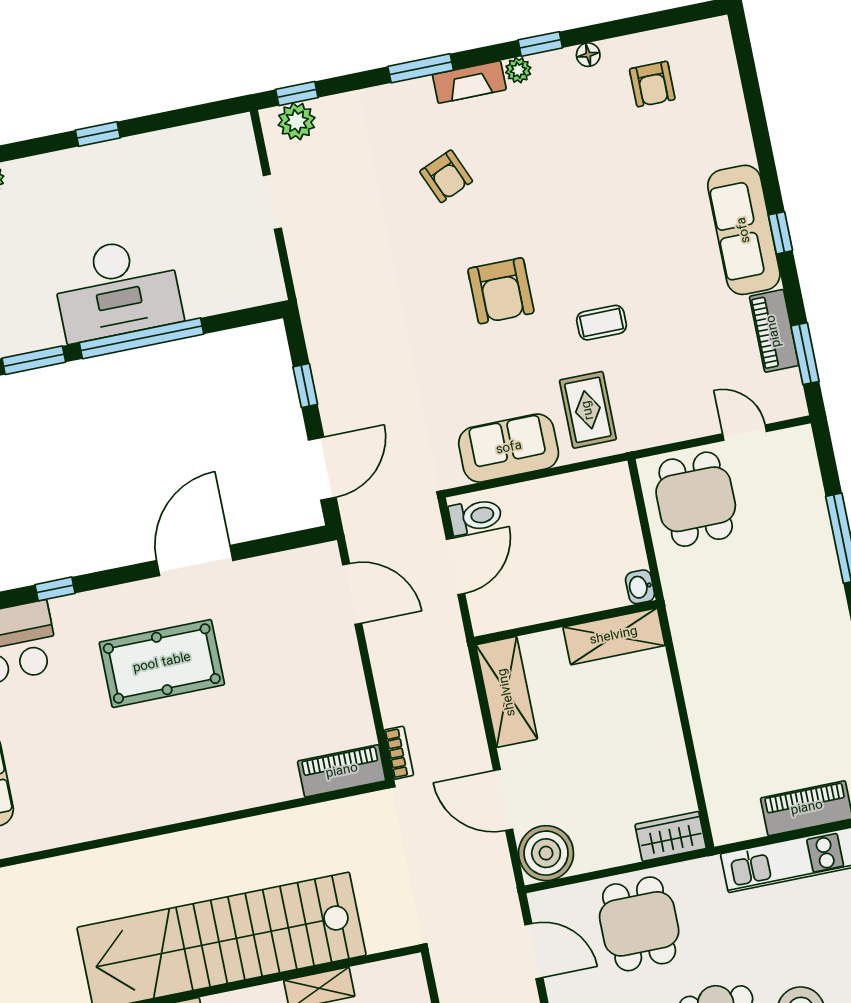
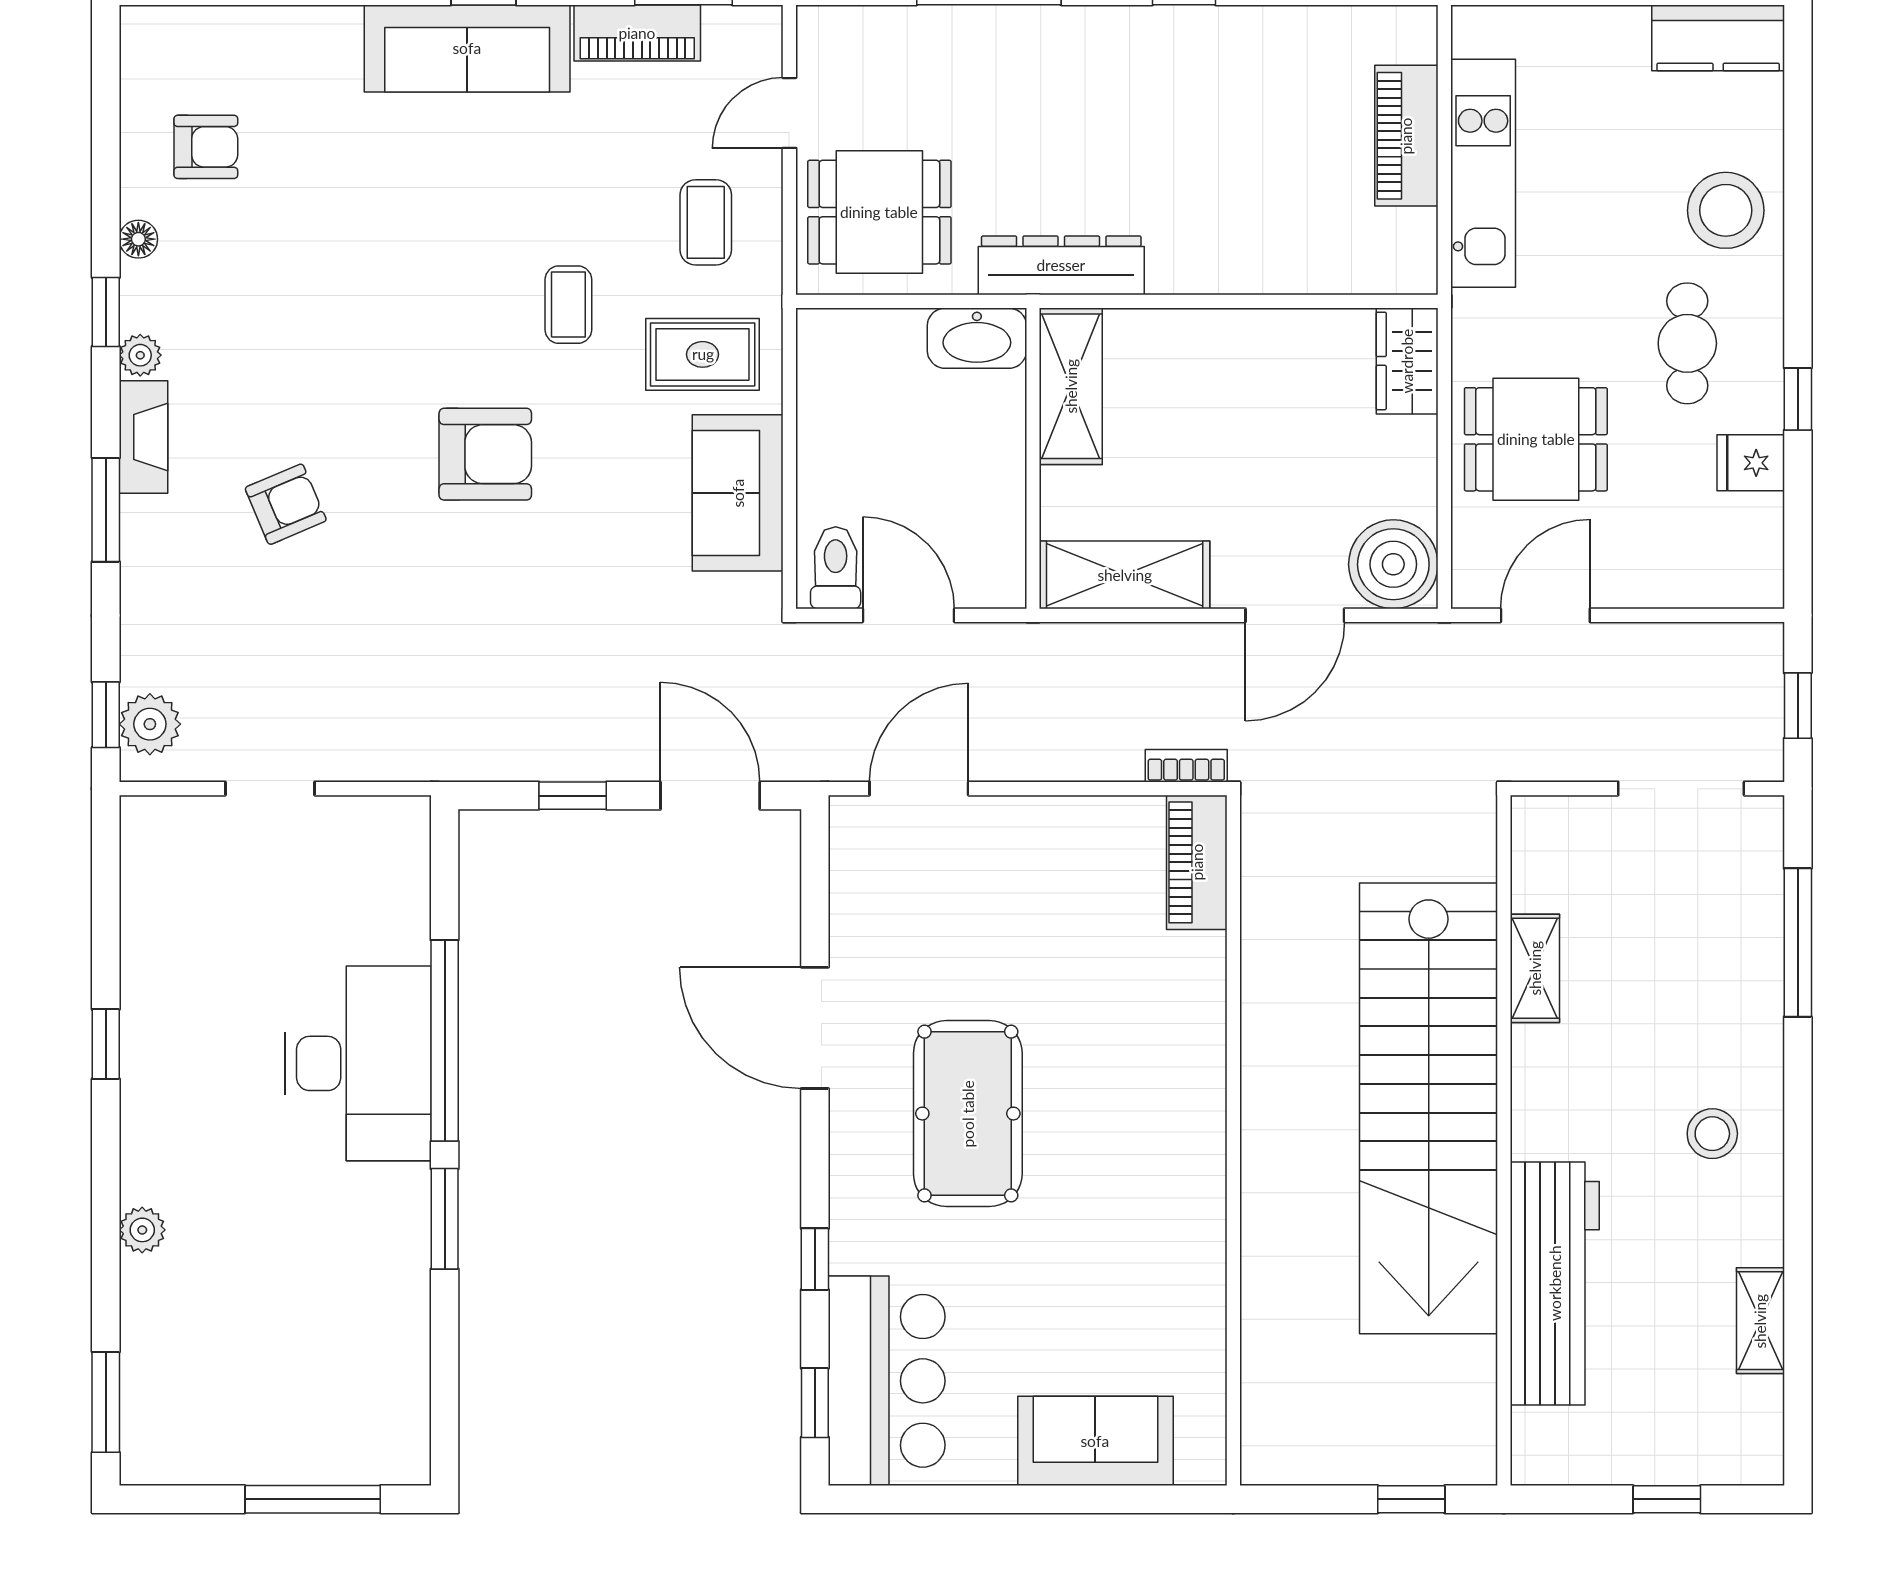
coffee table: (668, 396) -> (706, 222), added
washbasin: (640, 587) -> (977, 338), width x1.91, depth x1.45
dresser: (686, 616) -> (1061, 265), added

